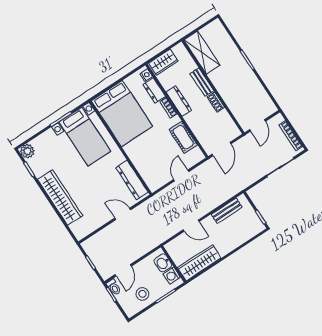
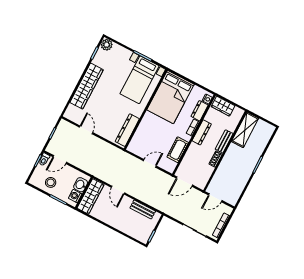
door: (123, 214) -> (86, 130), moved
wardrobe: (199, 263) -> (91, 196), moved, turned 90

